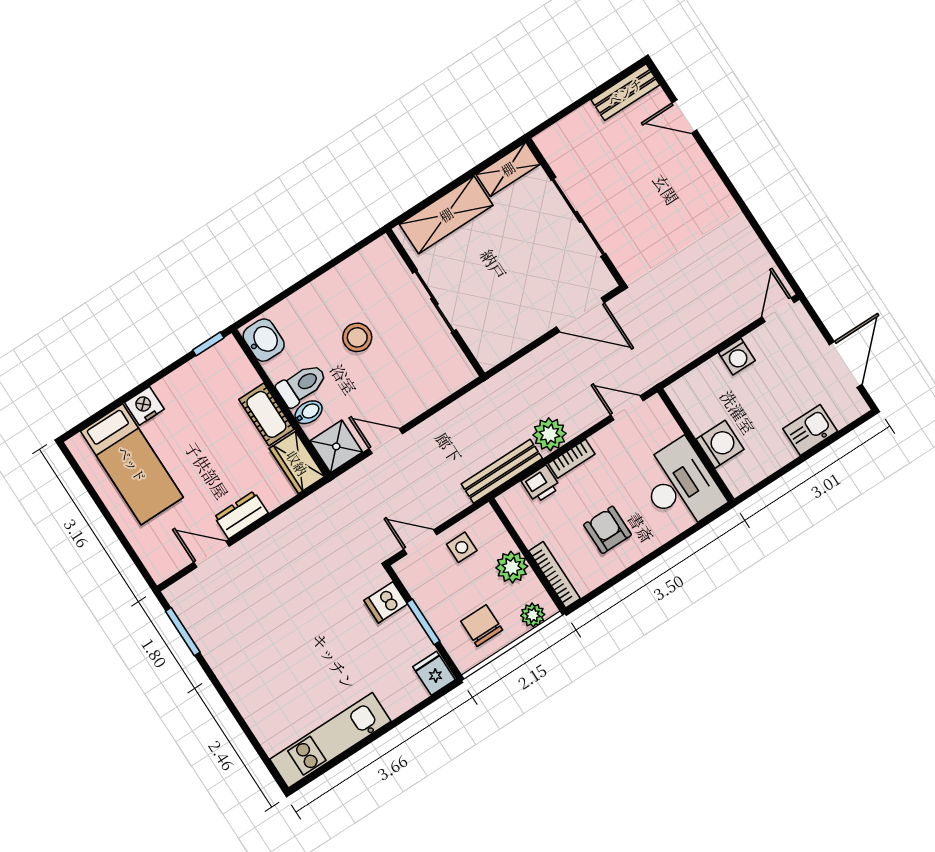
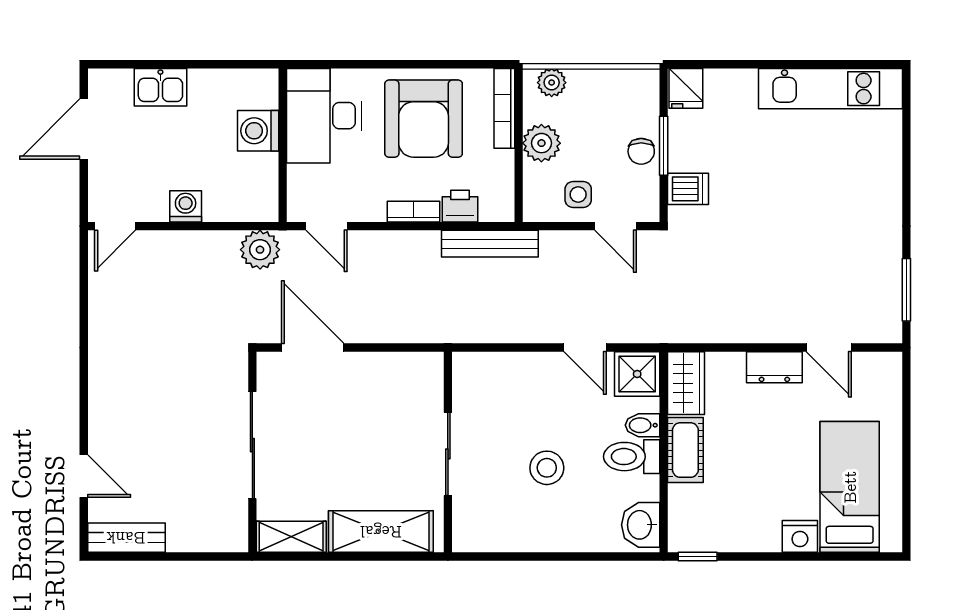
plant: (550, 434) -> (260, 250), moved
armchair: (607, 530) -> (424, 119), width x1.88, depth x1.88
chair: (482, 626) -> (641, 151), moved, width x0.73, depth x0.73

